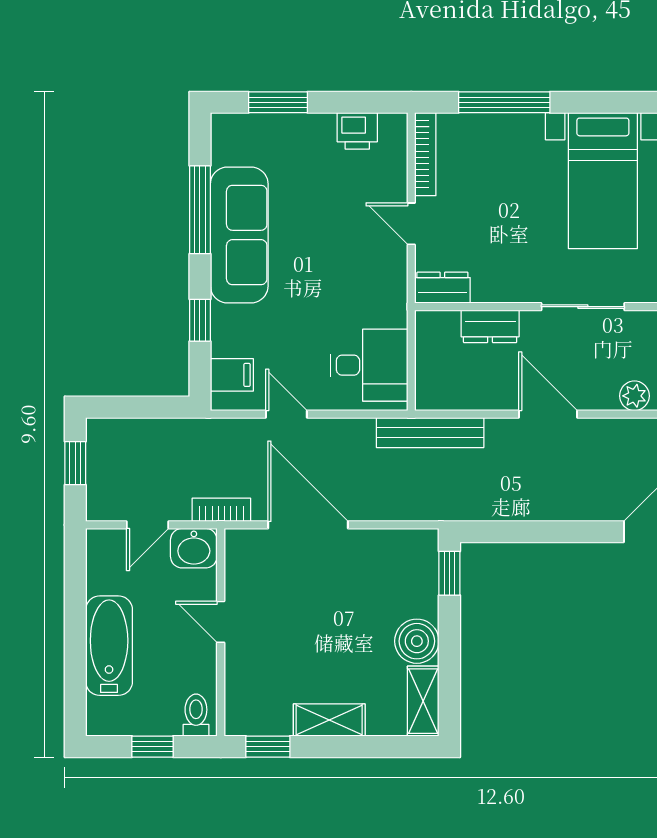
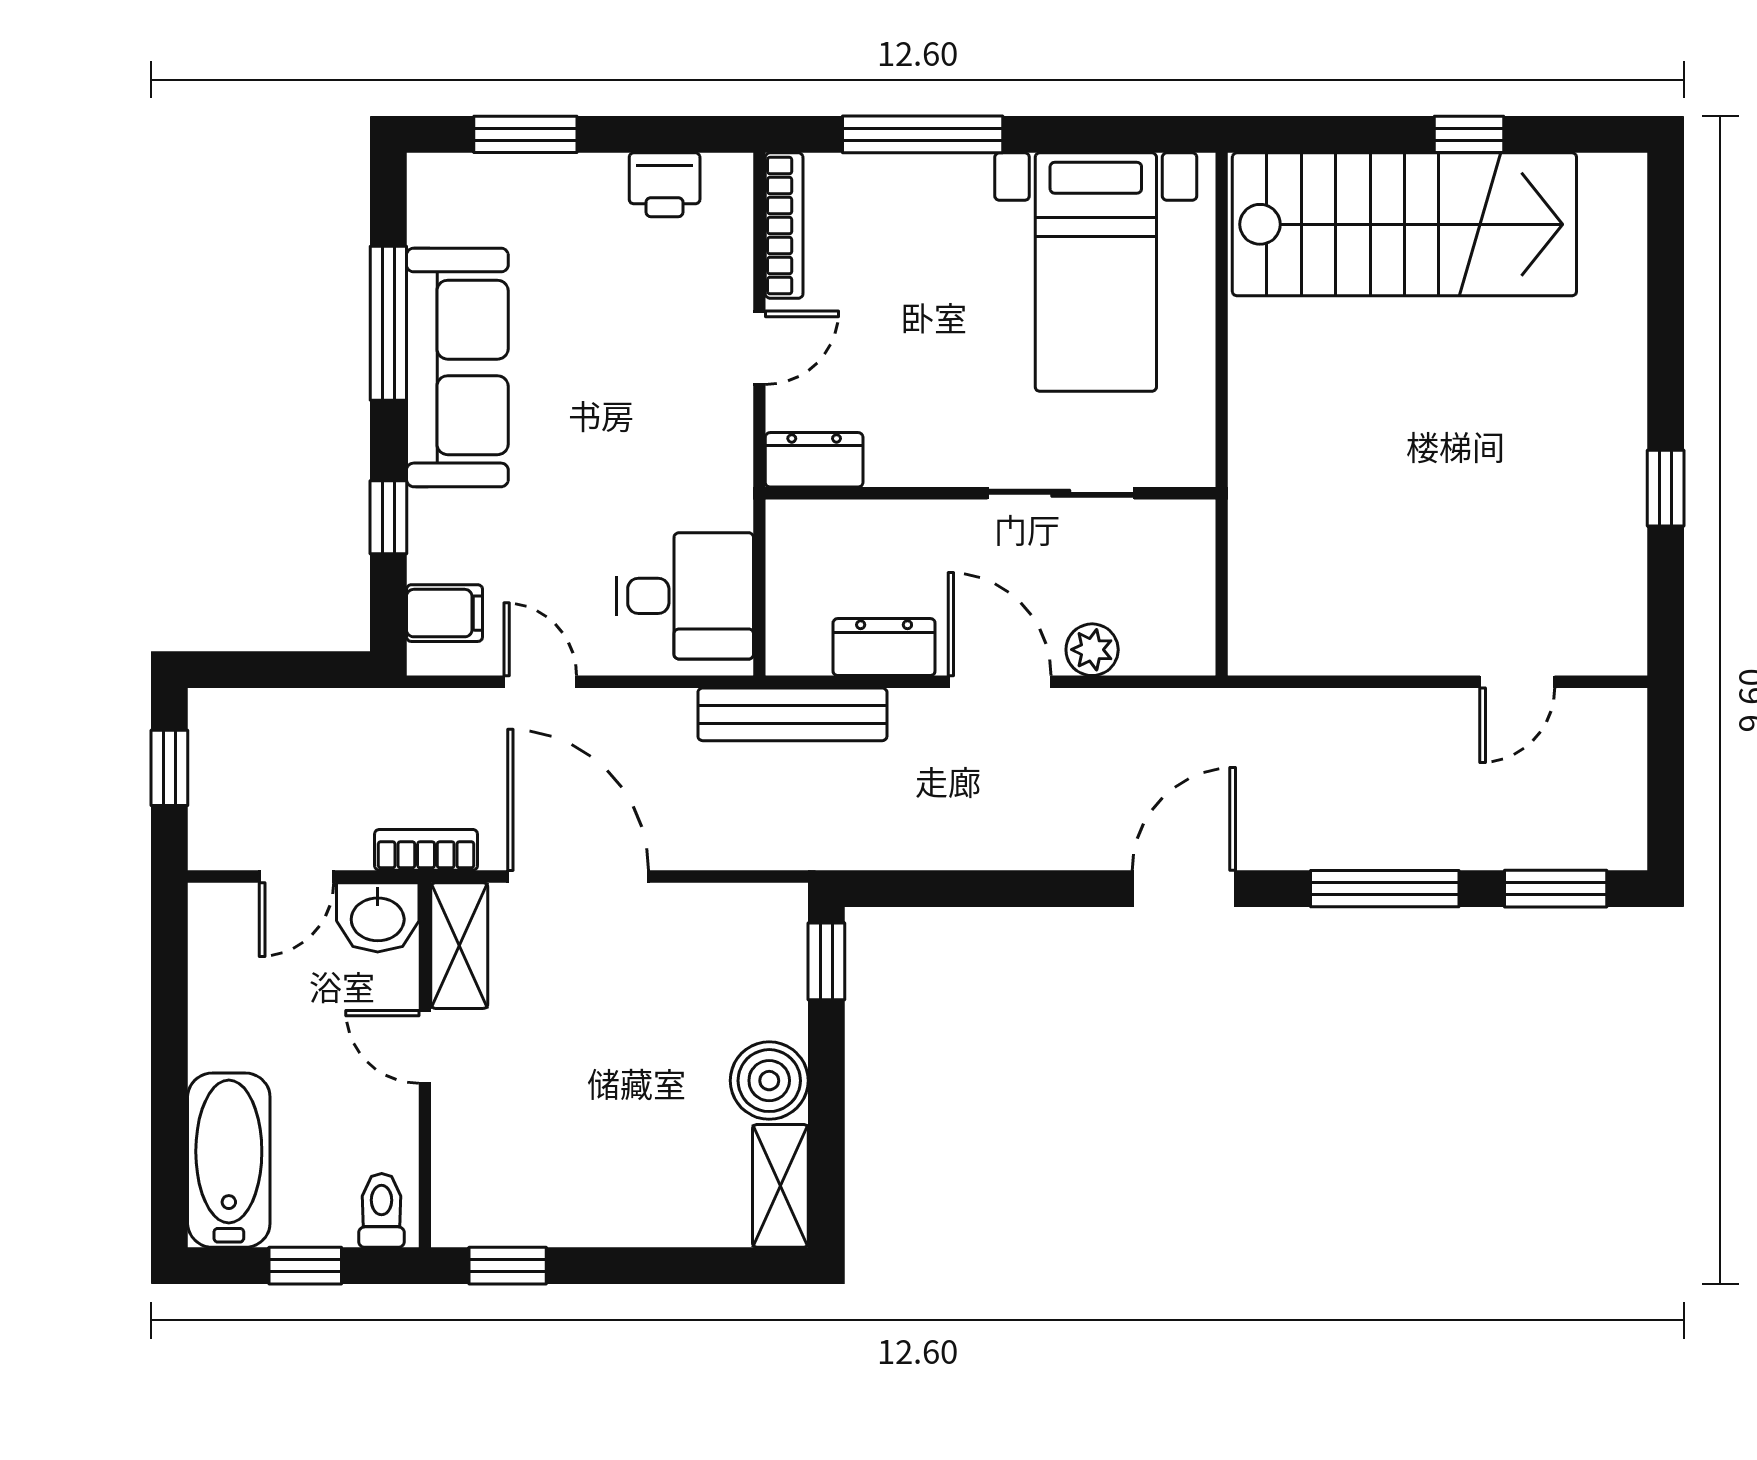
door: (411, 224) -> (759, 348), swing flipped
dresser: (490, 326) -> (884, 647), moved, turned 180
plant: (634, 396) -> (1092, 650), moved
bathtub: (109, 646) -> (229, 1160), moved
shelving: (329, 720) -> (459, 946), moved, turned 90

